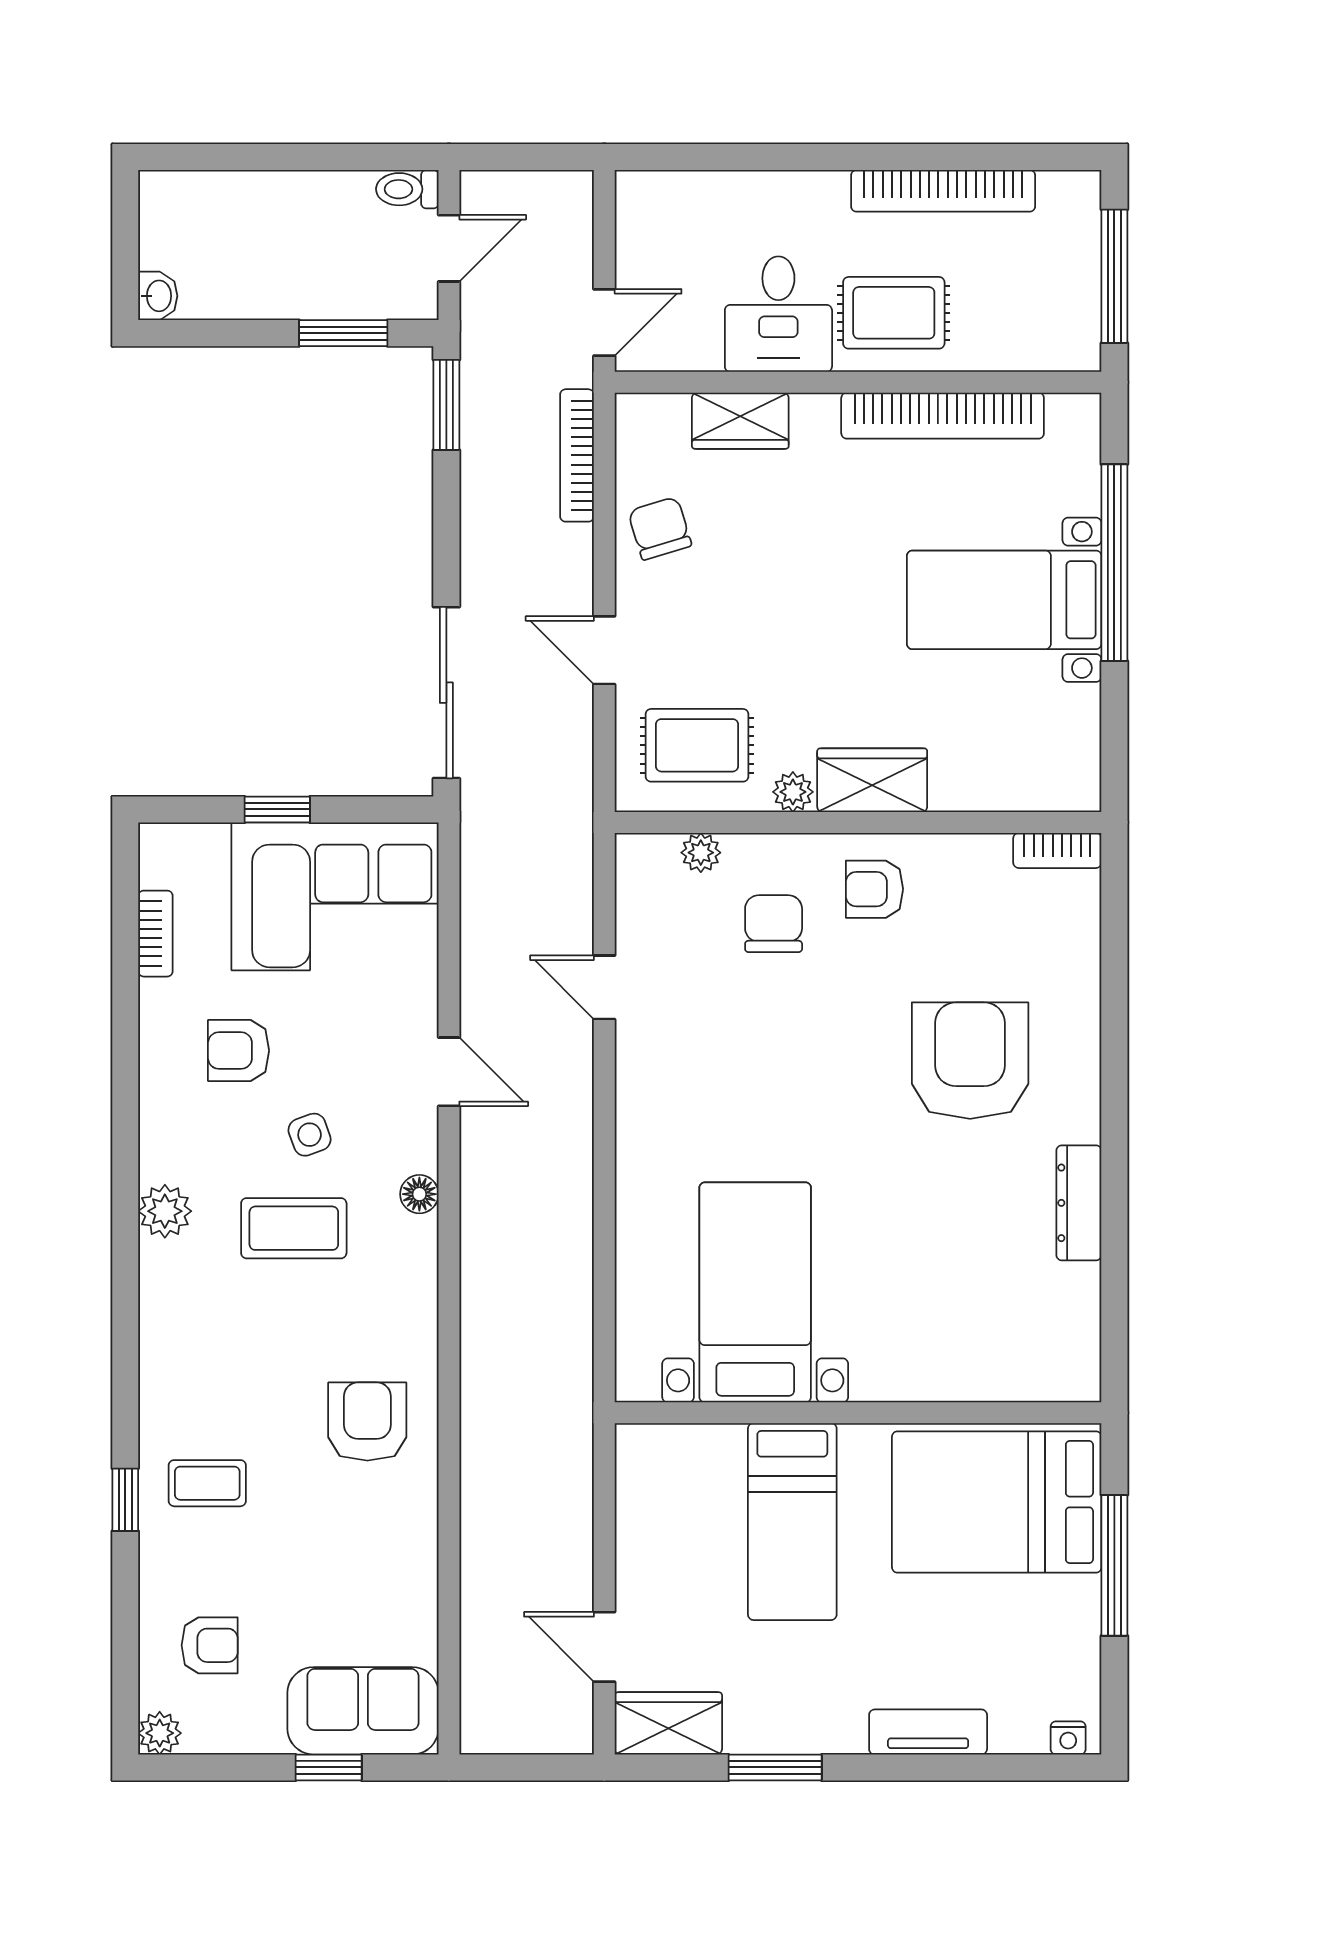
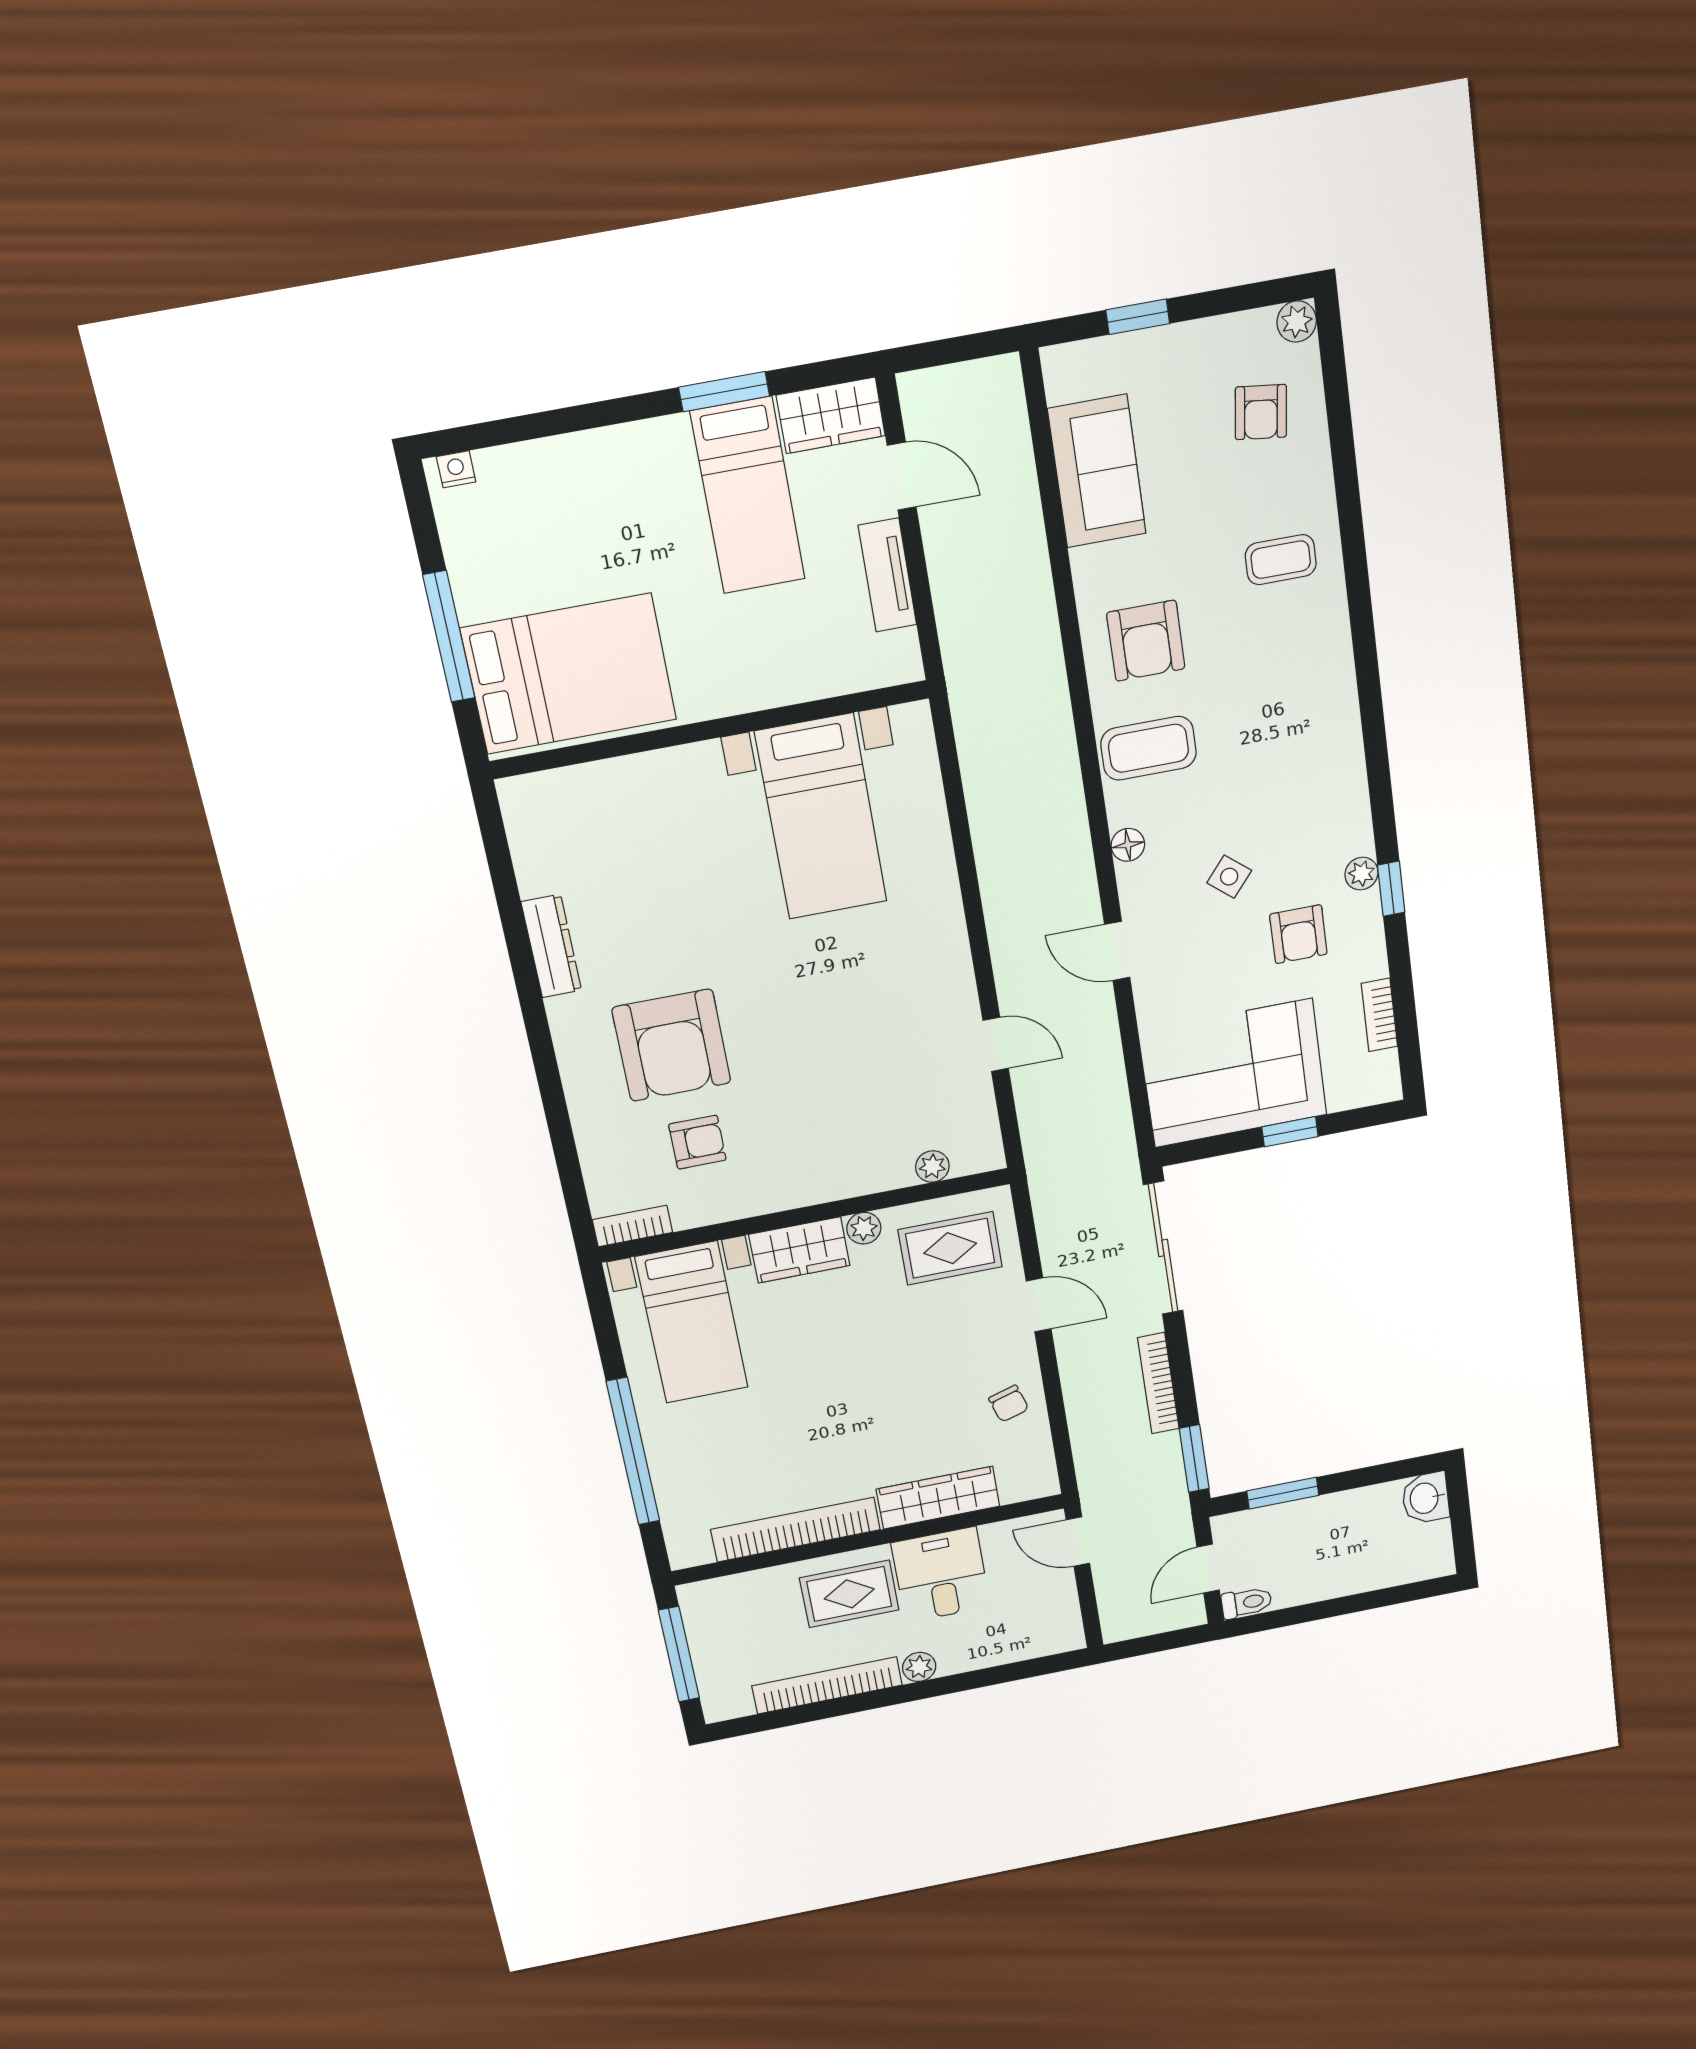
plant: (826, 191) -> (919, 1667), added
washbasin: (158, 296) -> (1425, 1498), width x1.38, depth x1.45
door: (604, 322) -> (1078, 1542), hinge flipped
wardrobe: (740, 421) -> (938, 1498), width x1.50
bookcase: (577, 455) -> (1158, 1383), moved, turned 180
chair: (660, 528) -> (1009, 1404), width x0.73, depth x0.73
bed with nightstands: (1004, 600) -> (692, 1322), moved, turned 90
armchair: (874, 889) -> (697, 1142), moved
chair: (774, 924) -> (861, 1123), removed
armchair: (239, 1051) -> (1298, 934), turned 90
side table: (310, 1135) -> (1229, 877), turned -30
plant: (165, 1211) -> (1361, 874), moved, width x0.73, depth x0.73
coffee table: (294, 1228) -> (1149, 748), moved
window: (125, 1500) -> (1391, 889), moved
bed: (792, 1522) -> (748, 496), moved, turned 180
armchair: (210, 1645) -> (1261, 412), turned -83
sofa: (363, 1711) -> (1097, 471), moved, turned -90
tv unit: (928, 1732) -> (887, 575), moved, turned 90

